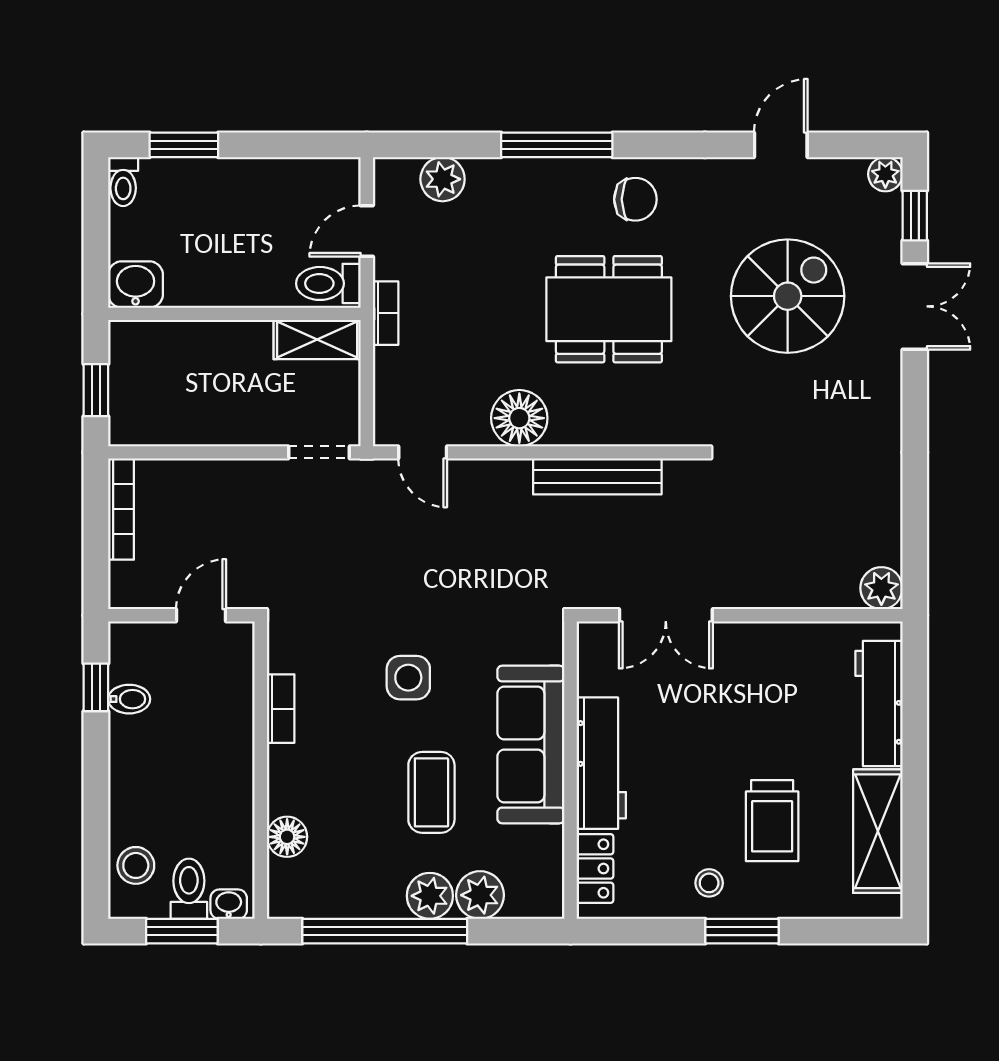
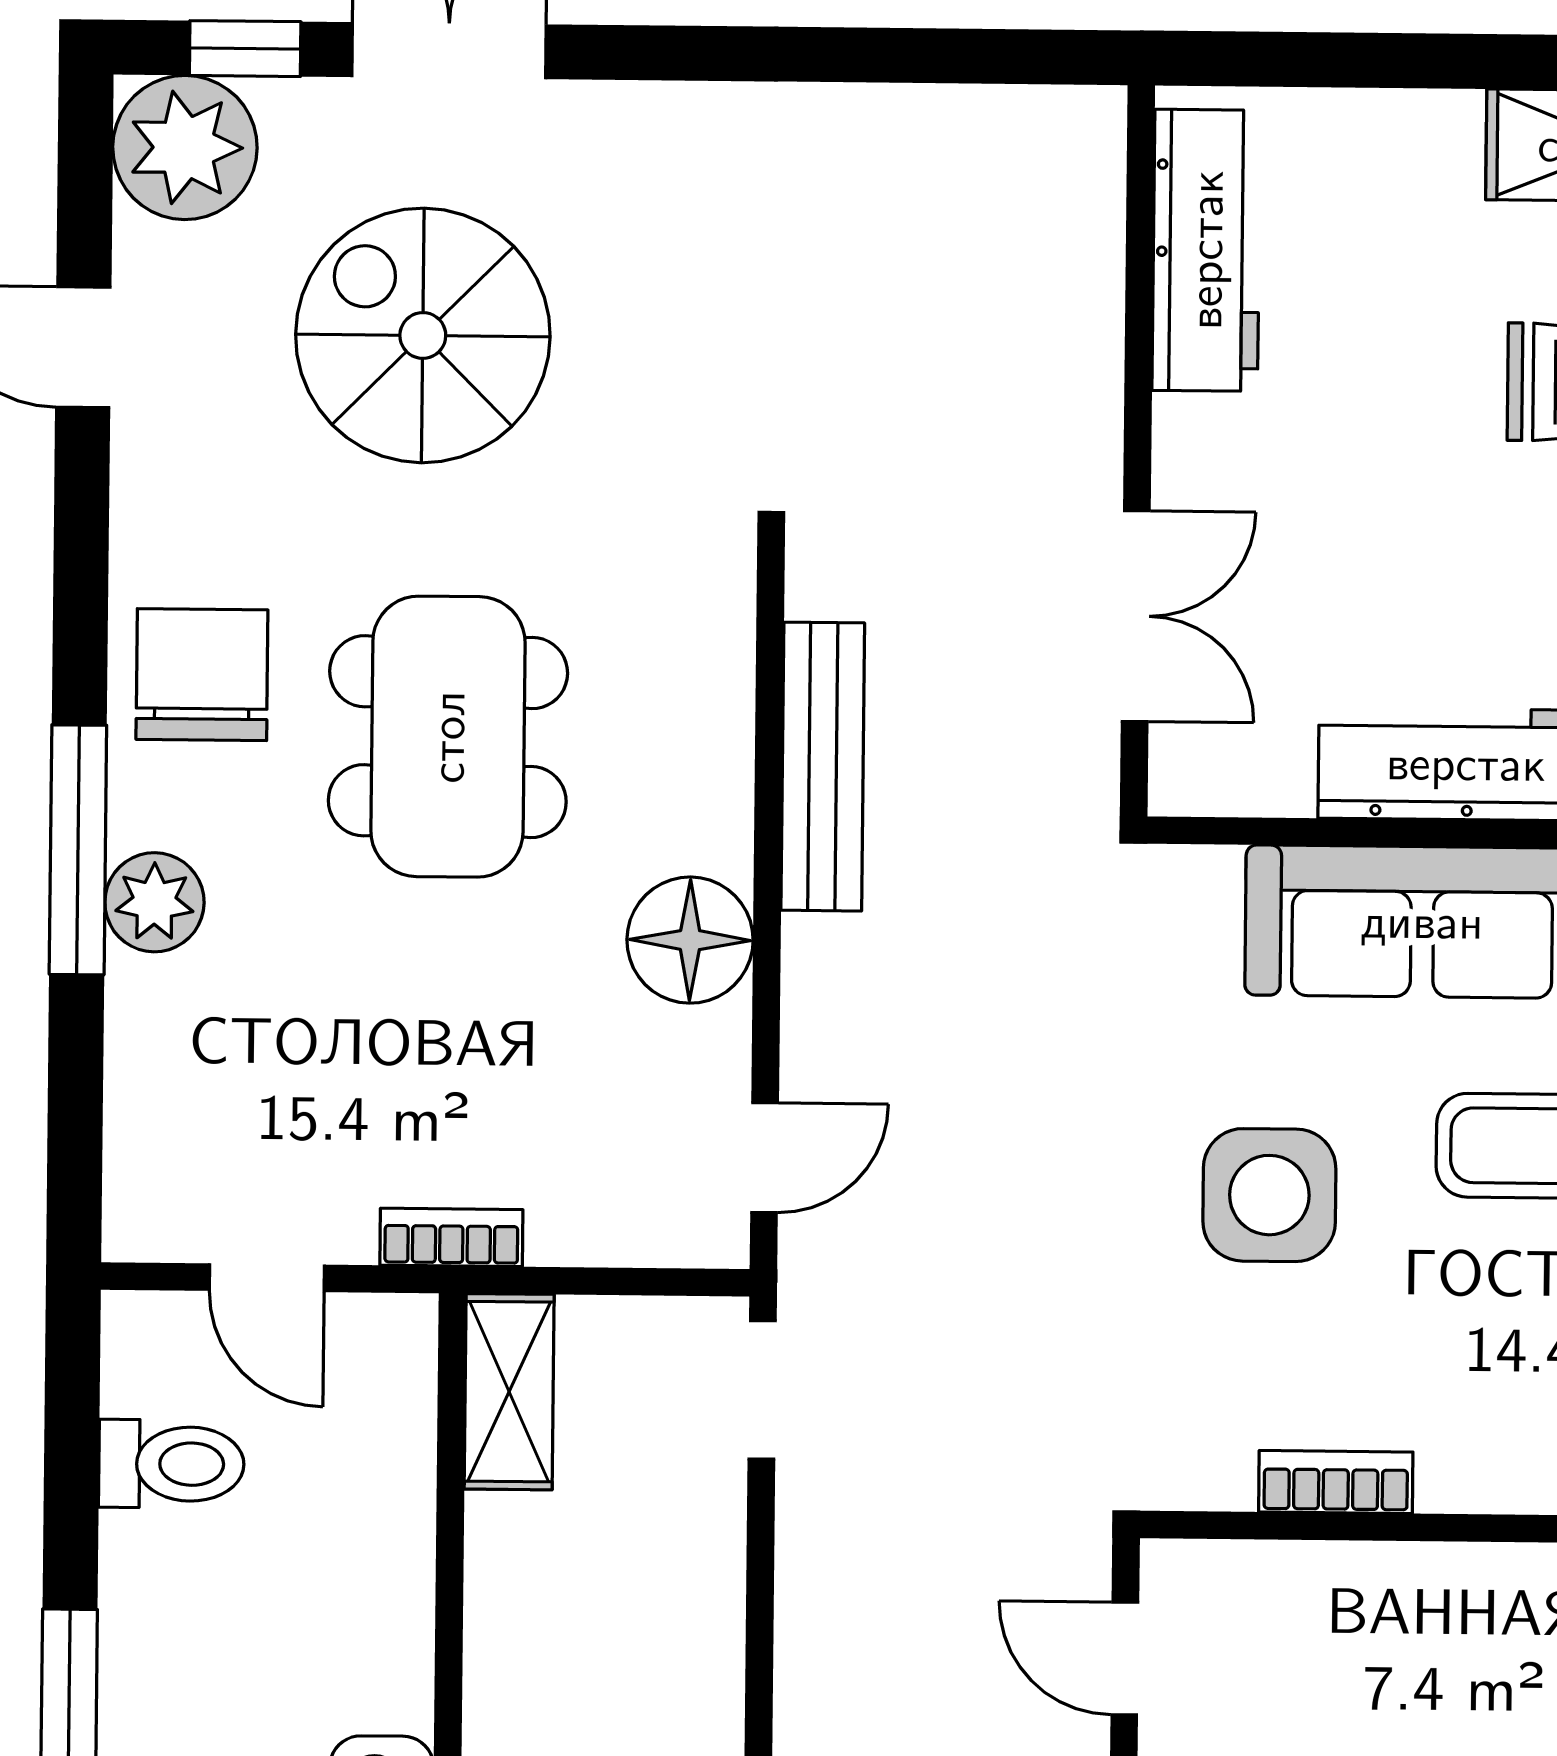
plant: (885, 174) -> (185, 147), width x1.87, depth x1.87
plant: (443, 179) -> (154, 902), moved
chair: (635, 199) -> (202, 675), width x1.37, depth x1.37
toilet: (328, 283) -> (171, 1464), moved, turned -90
plant: (881, 588) -> (1080, 132), removed
side table: (408, 678) -> (1269, 1195), width x1.37, depth x1.37
workbench: (879, 703) -> (1206, 250), moved, turned -90

